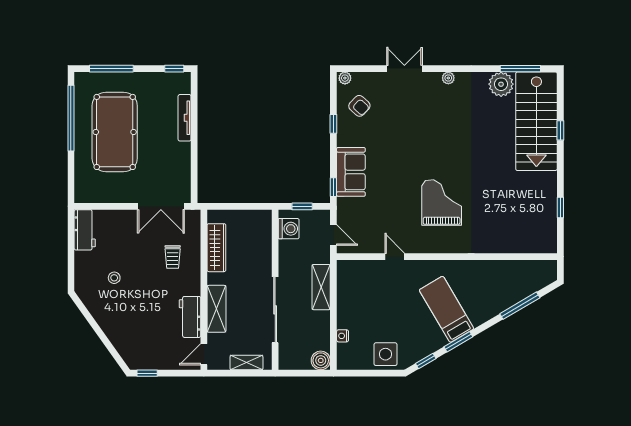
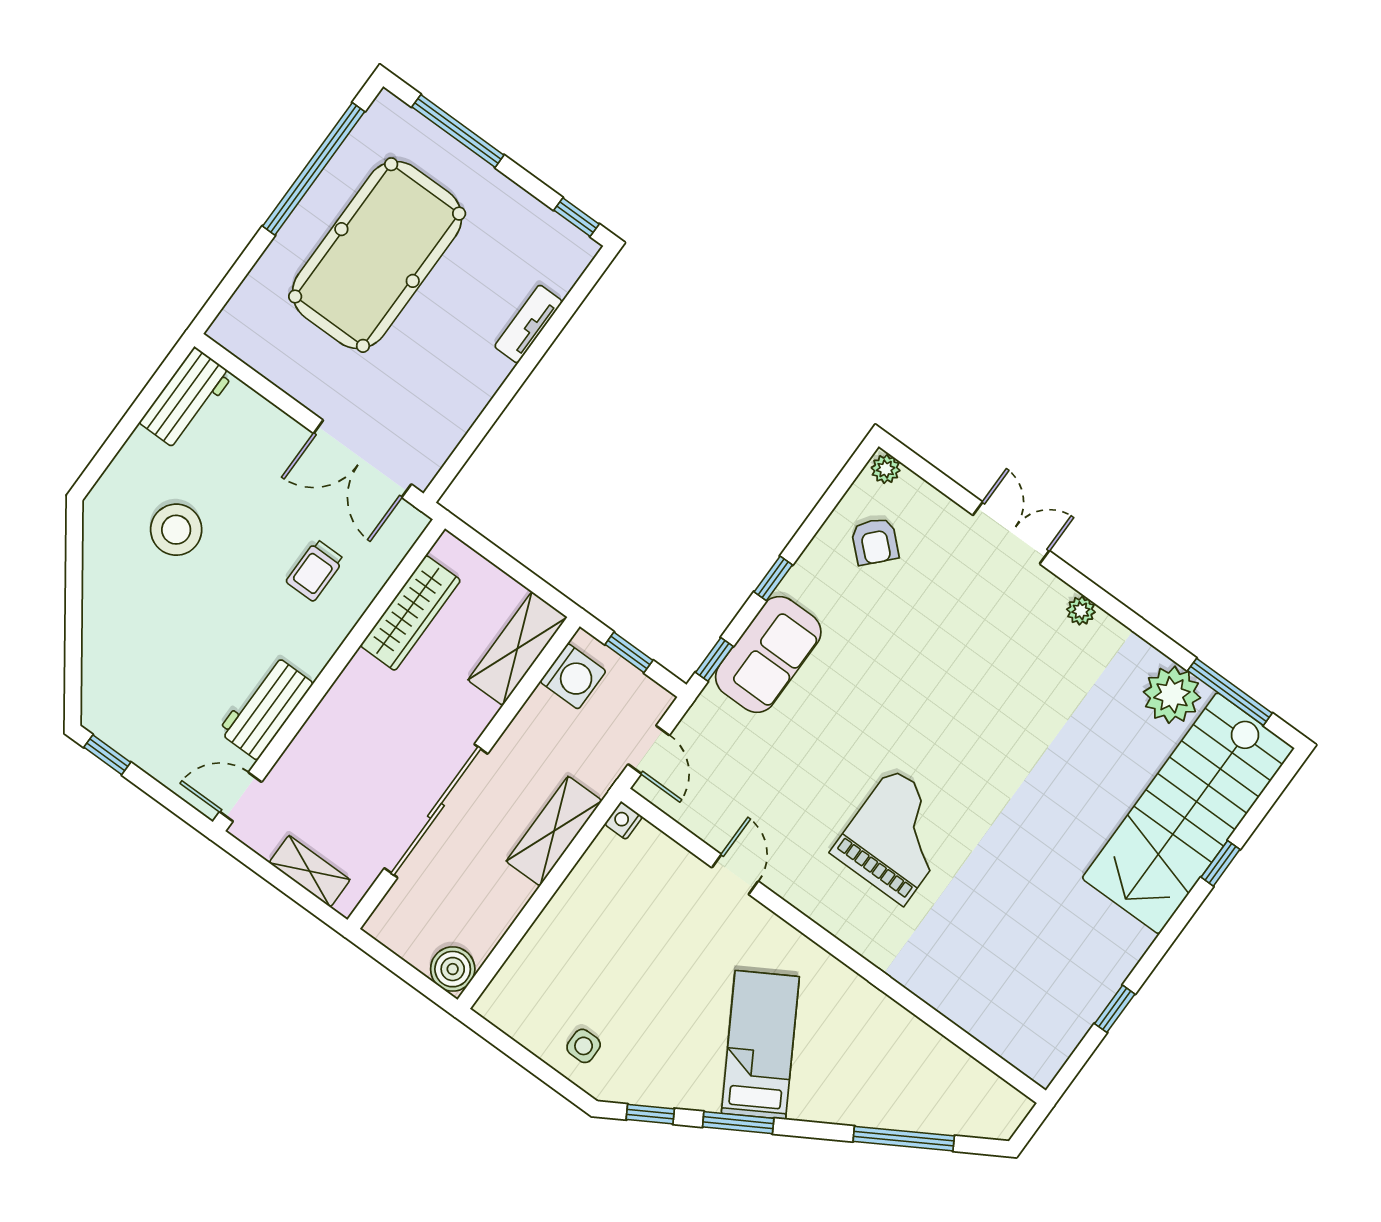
tv unit: (185, 118) -> (528, 324), width x0.71
window: (333, 124) -> (773, 578), moved
stool: (114, 278) -> (176, 530), width x1.89, depth x1.89
shelving: (216, 309) -> (517, 649), moved
nightstand: (343, 336) -> (623, 820), moved
side table: (385, 354) -> (584, 1046), width x0.54, depth x0.54

